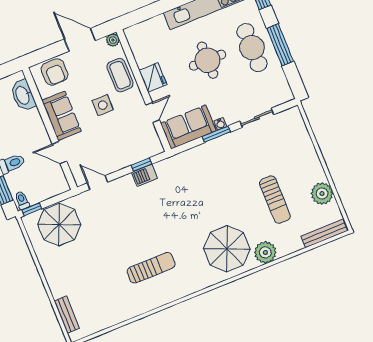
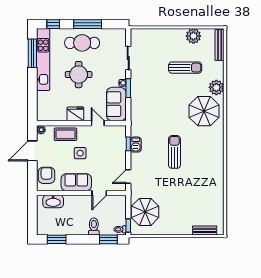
armchair: (54, 72) -> (46, 175), turned -90
sun lounger: (151, 268) -> (174, 152), moved

